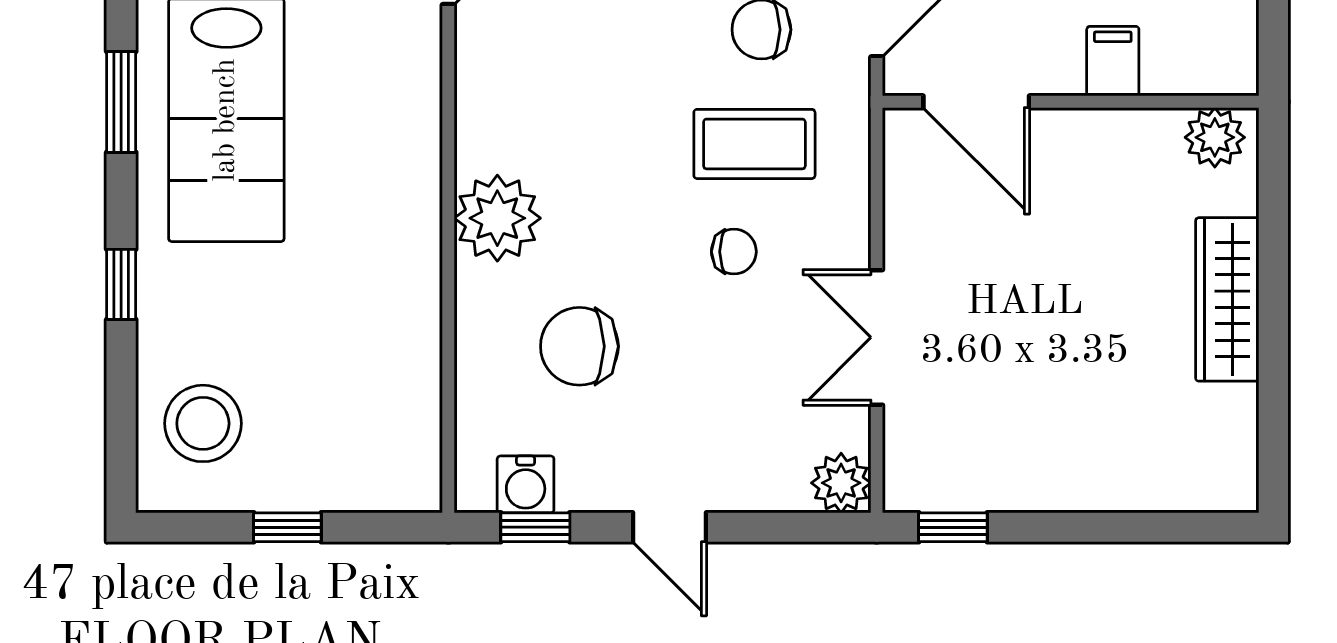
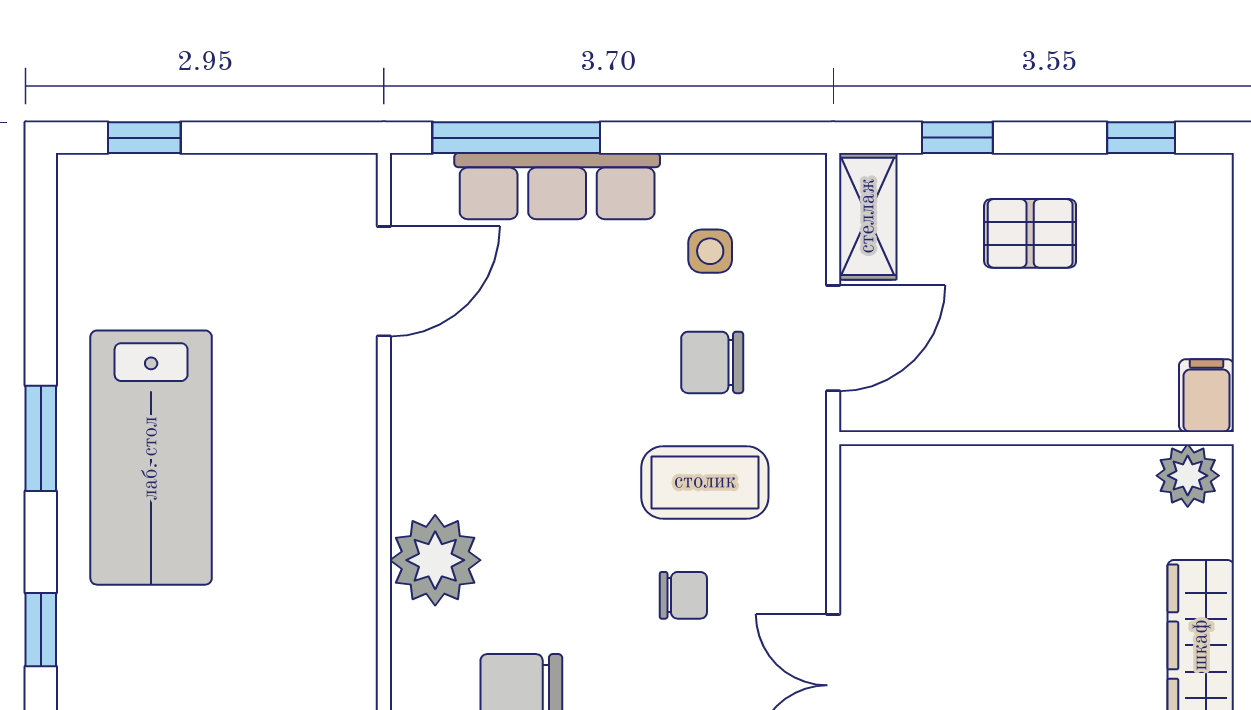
filing cabinet: (1113, 61) -> (1207, 396), moved
door: (976, 102) -> (937, 438), removed

